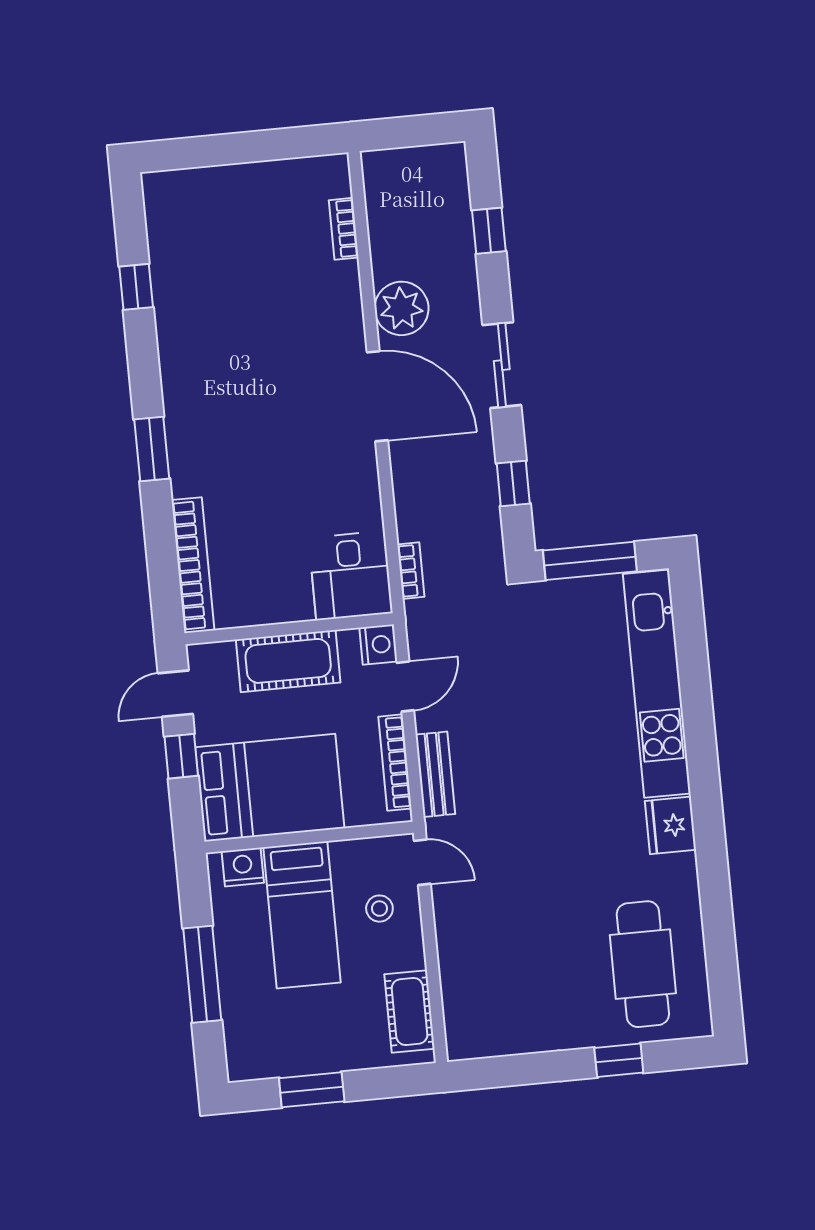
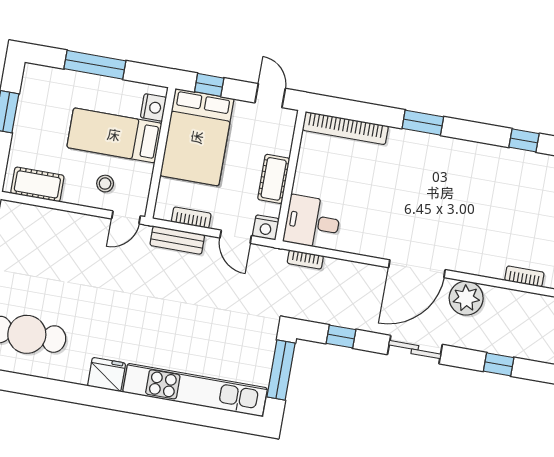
cot: (288, 661) -> (274, 179), width x0.73, depth x0.75
window: (181, 756) -> (209, 85), moved
bookcase: (395, 763) -> (191, 218), width x0.64

